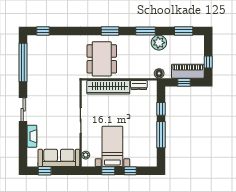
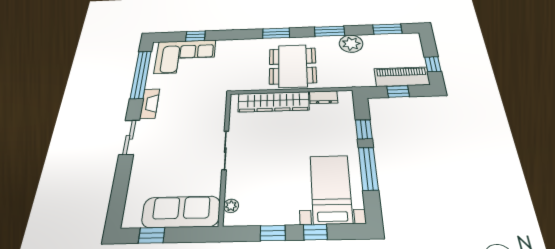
window: (43, 31) -> (195, 36), moved
corner sofa: (50, 49) -> (185, 57), added
dining table: (102, 59) -> (293, 66), moved
floor lamp: (159, 73) -> (356, 81), removed
fireplace: (32, 136) -> (150, 104), moved
bed with nightstands: (112, 146) -> (331, 189), moved

